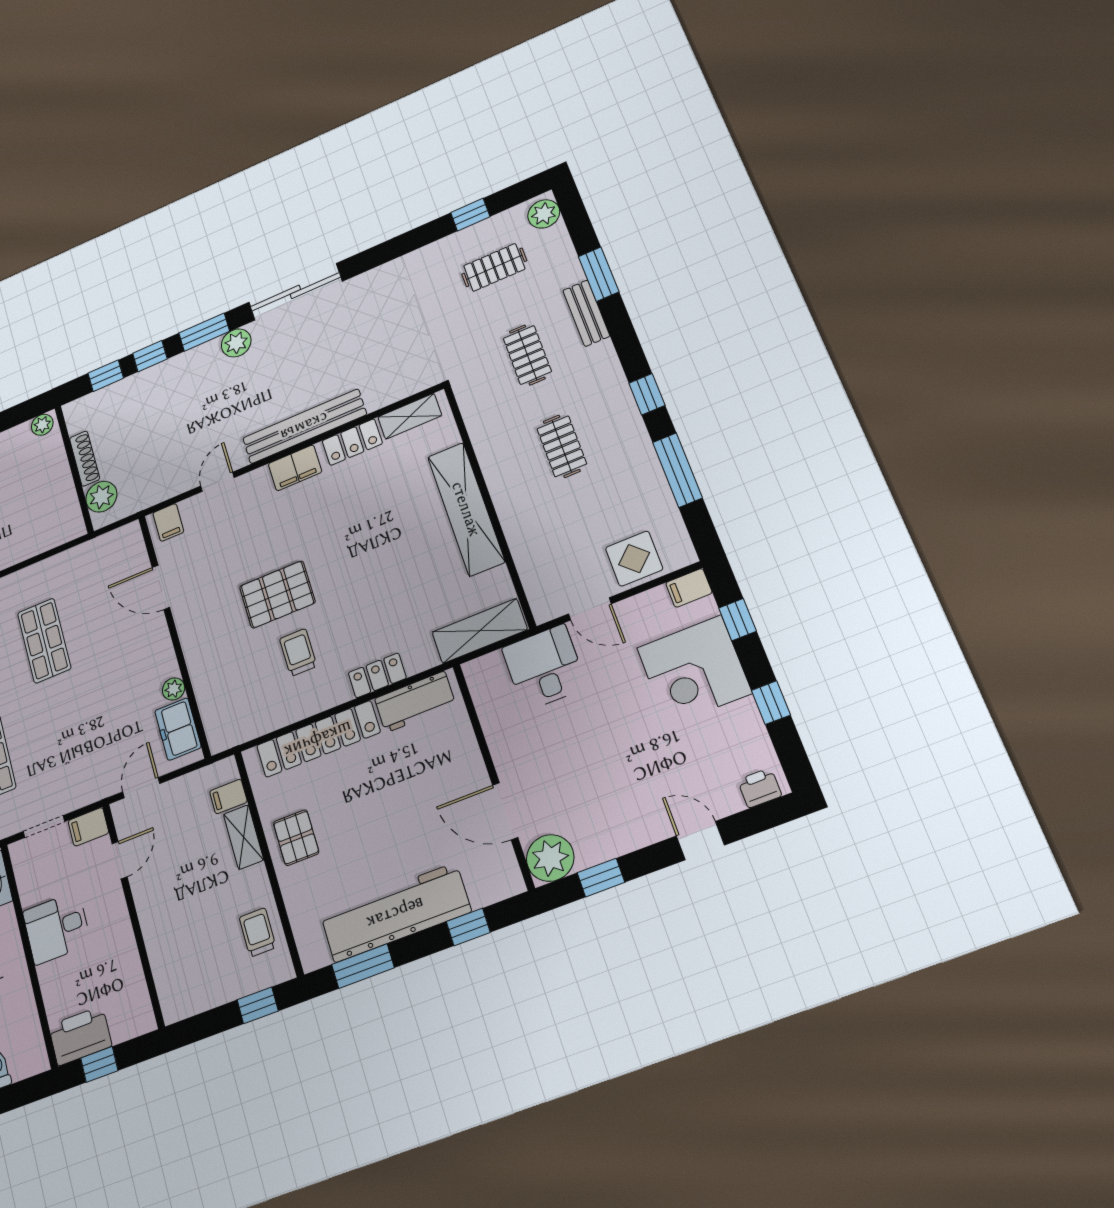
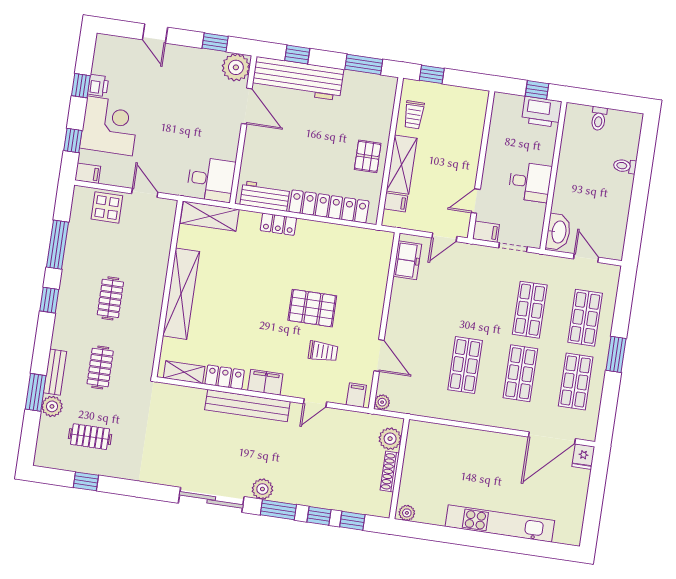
plant: (544, 214) -> (52, 406), moved
trolley: (298, 652) -> (323, 351), moved, turned -90
desk: (544, 668) -> (211, 179), moved, turned -90
plant: (174, 689) -> (382, 402), moved
printer: (760, 788) -> (98, 85), moved, turned -90
shelving: (244, 837) -> (402, 165), width x1.50, depth x1.33
workbench: (395, 913) -> (298, 79), moved

